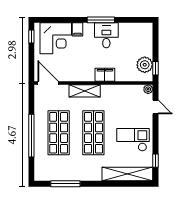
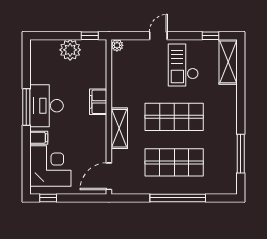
desk: (106, 35) -> (46, 106), width x1.37
plant: (145, 65) -> (70, 50), moved
door: (155, 107) -> (158, 36), moved
shelving: (127, 174) -> (228, 62), width x0.68

